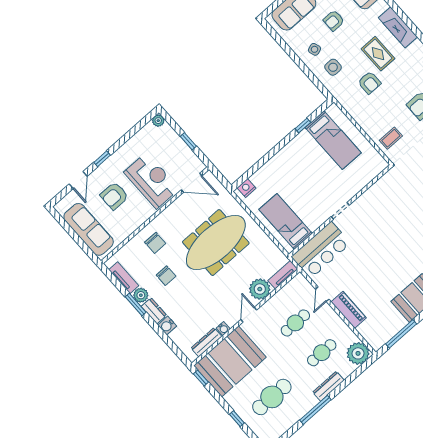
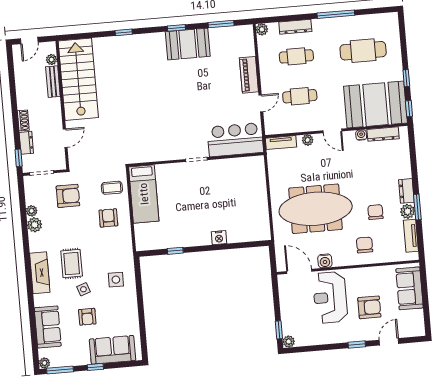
armchair: (334, 21) -> (87, 317), turned 90
side table: (314, 49) -> (83, 289), moved
armchair: (369, 83) -> (108, 218), moved
bed: (333, 140) -> (144, 194), moved, turned 180
window: (188, 141) -> (279, 330), moved
nightstand: (247, 188) -> (219, 238), moved
bed: (286, 221) -> (247, 184), removed
sofa: (89, 229) -> (410, 288), width x0.73
plant: (260, 289) -> (308, 140), width x0.53, depth x0.53
door: (249, 315) -> (332, 131), hinge flipped
water cooler: (167, 326) -> (325, 261), moved, turned 90
window: (401, 334) -> (221, 24), width x0.69
plant: (358, 353) -> (262, 29), width x0.53, depth x0.53
dresser: (328, 386) -> (295, 27), moved
window: (237, 419) -> (406, 78), moved

